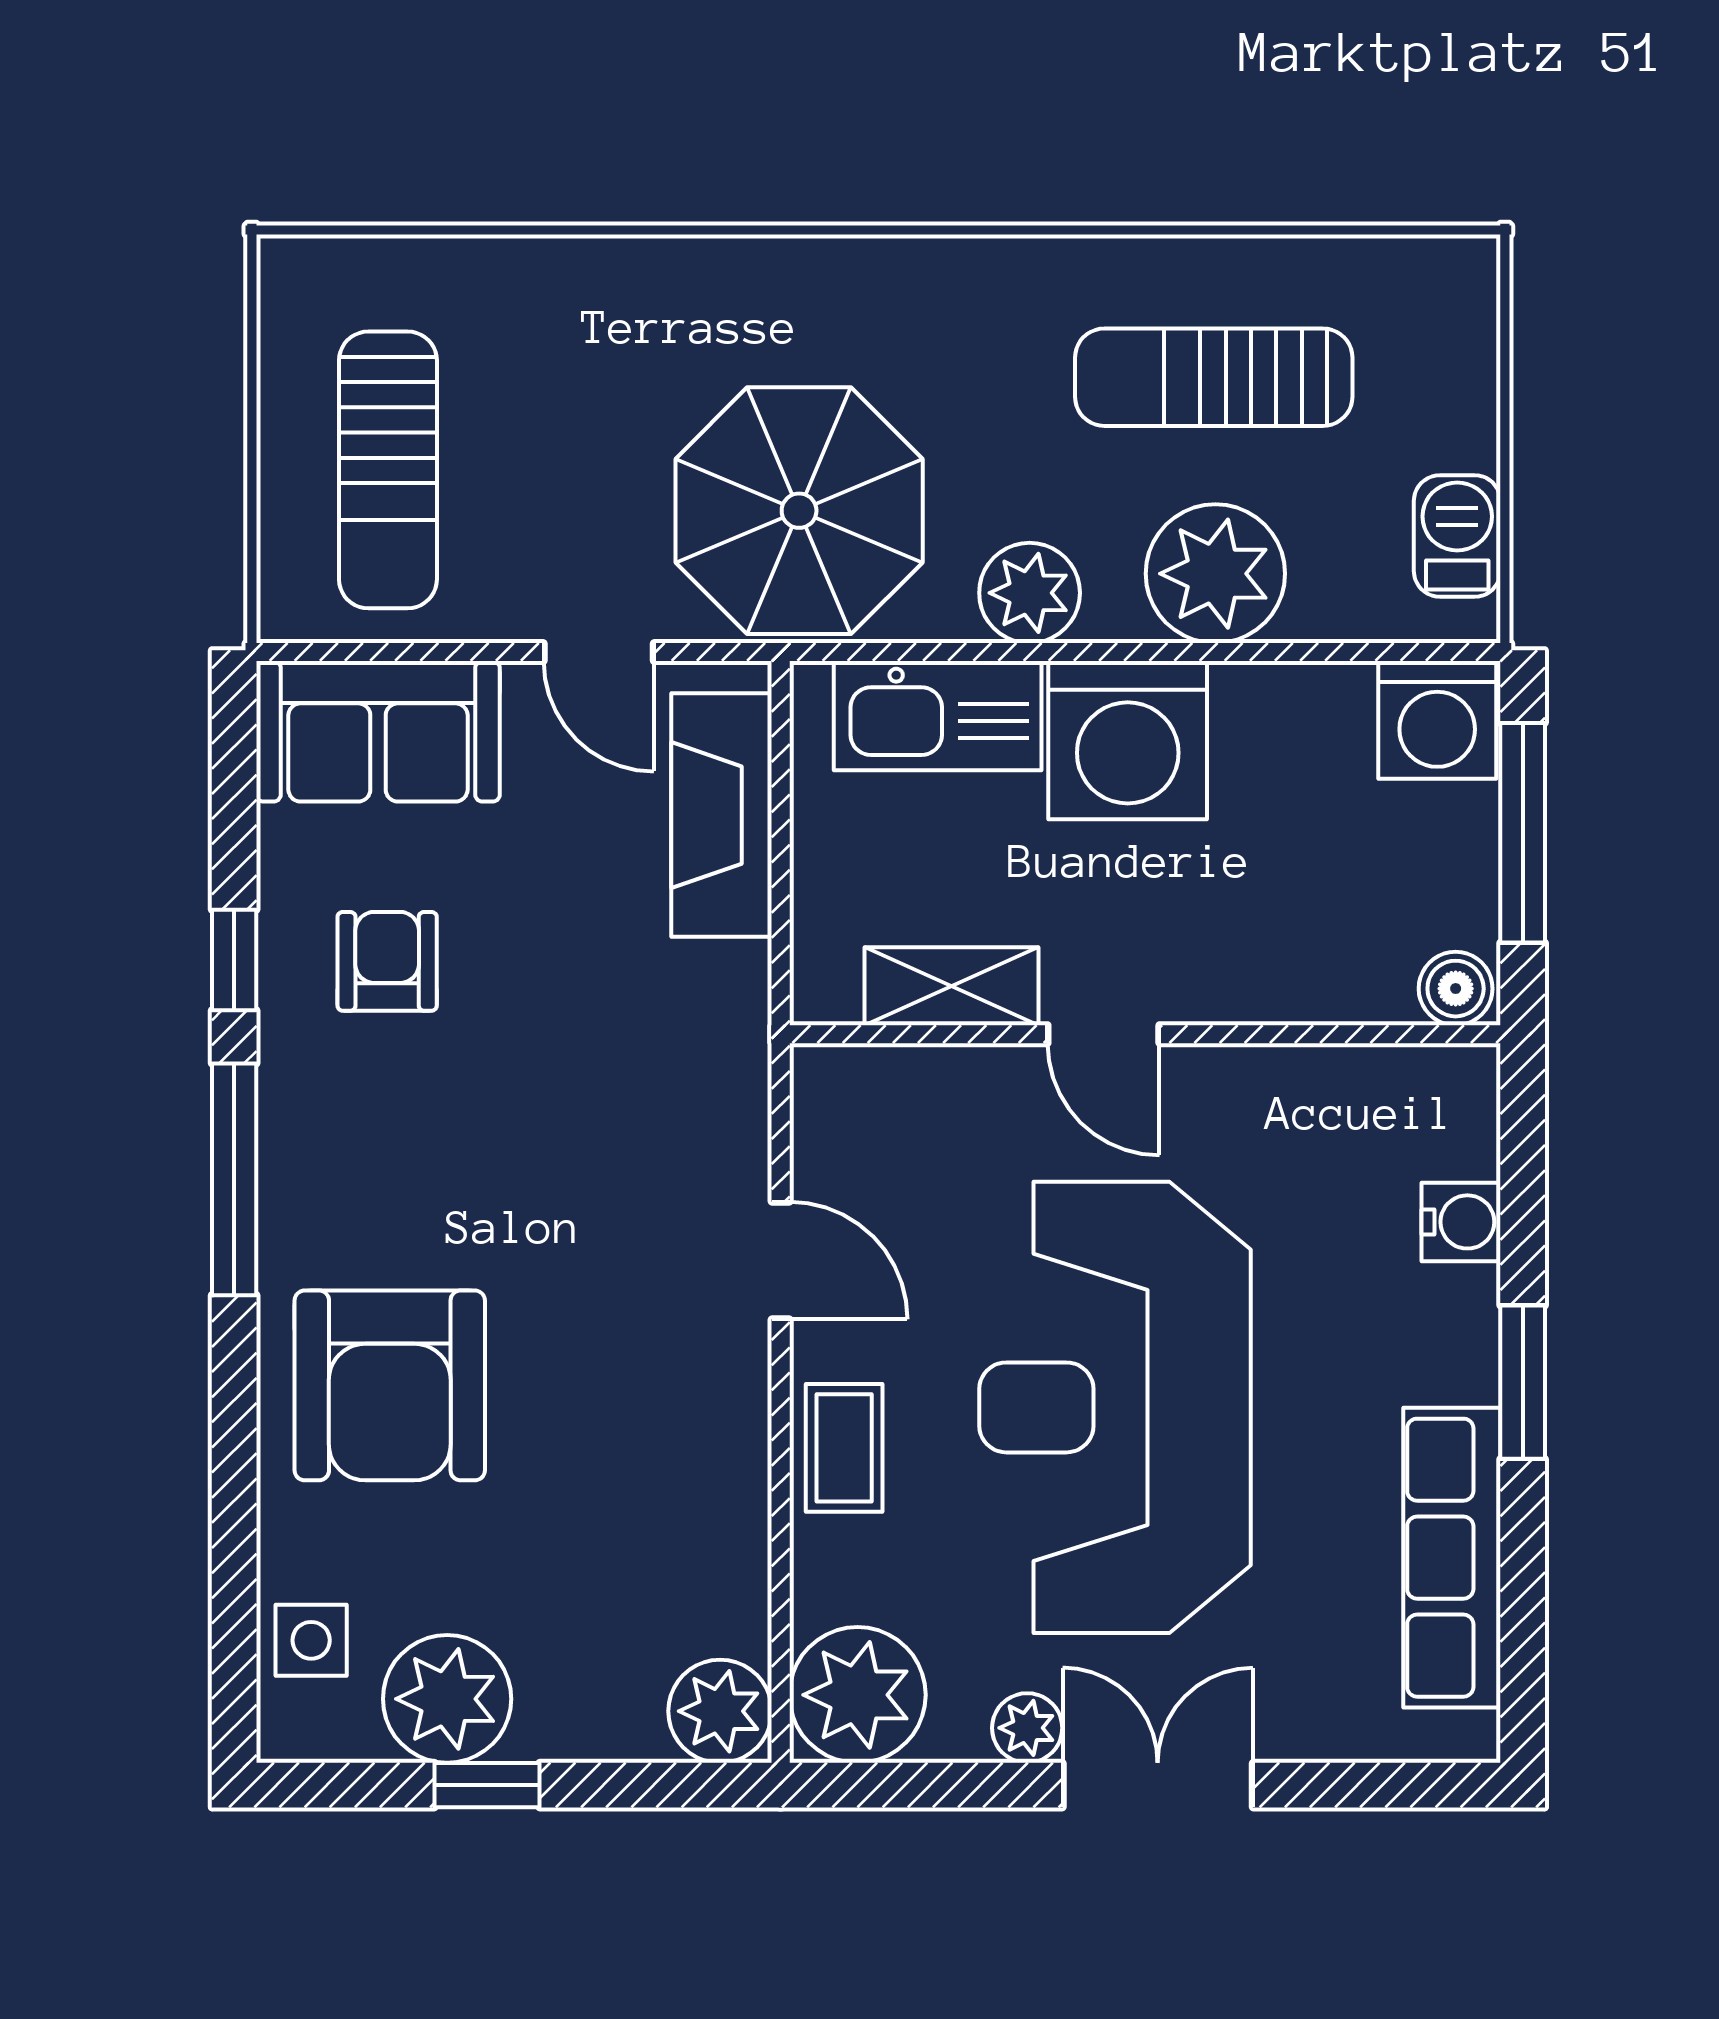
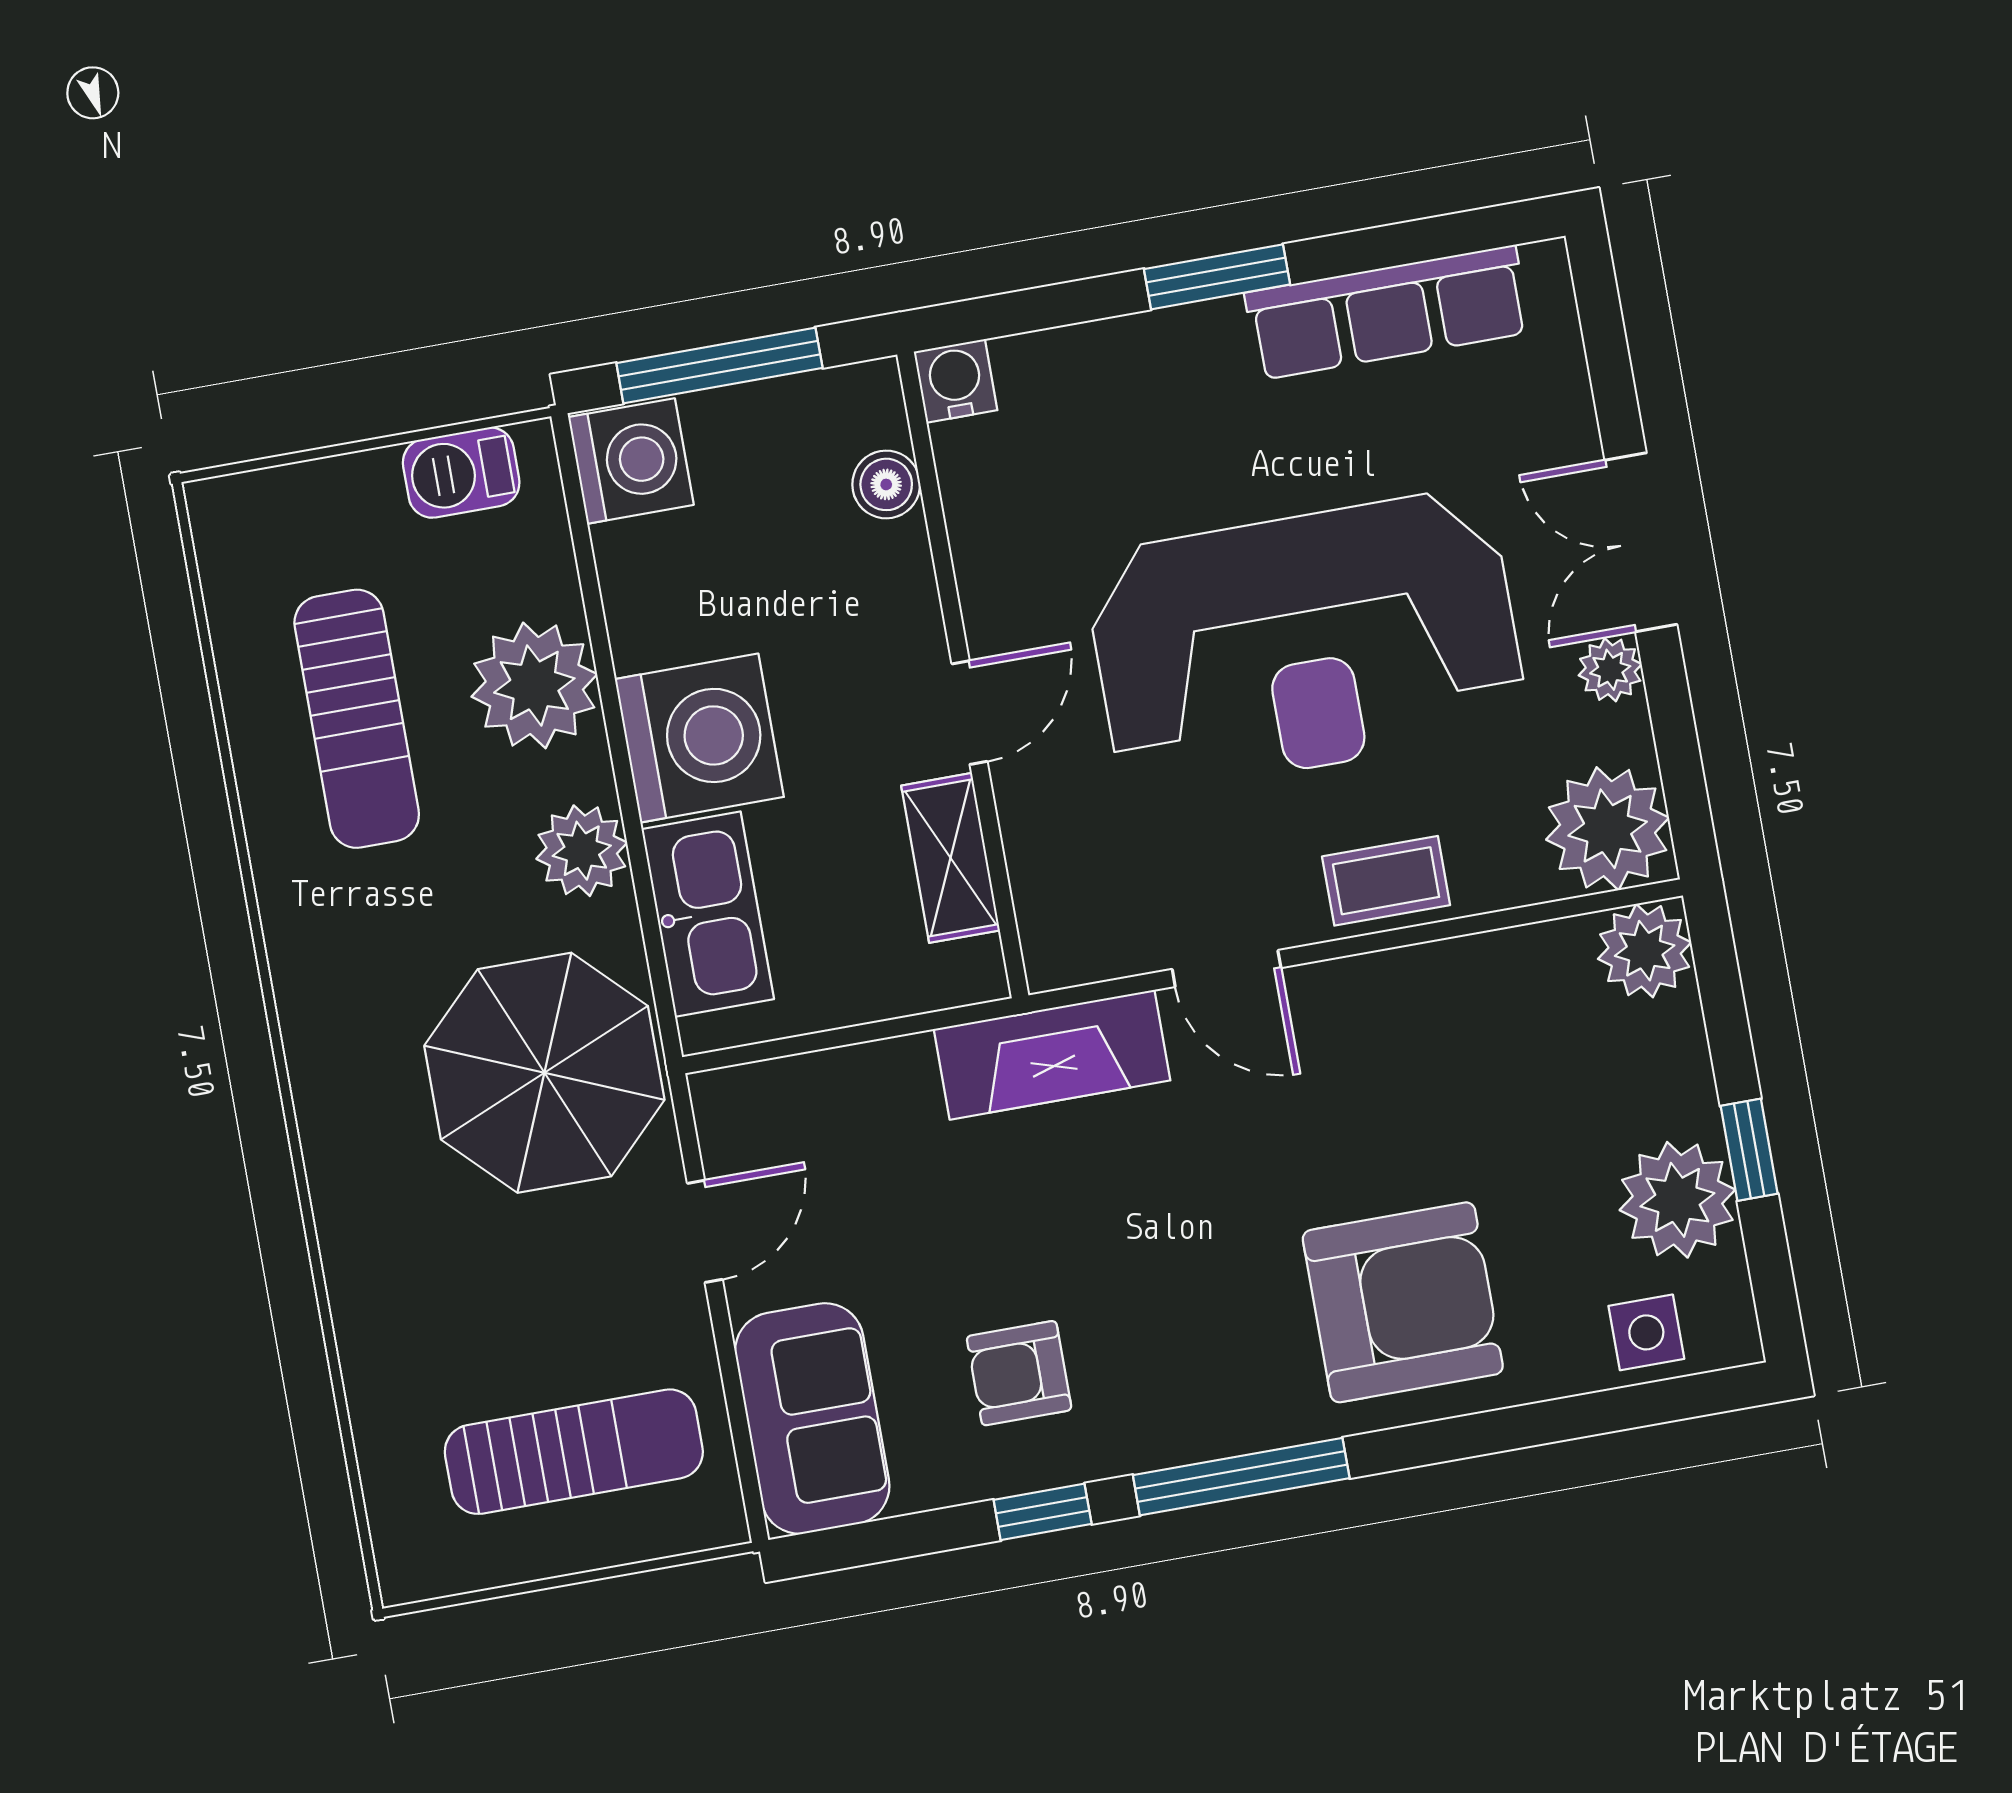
fireplace: (722, 815) -> (1052, 1055), moved
boiler: (1456, 989) -> (886, 484), moved
water cooler: (1461, 1222) -> (956, 381), moved
door: (781, 1261) -> (1227, 968), swing flipped

